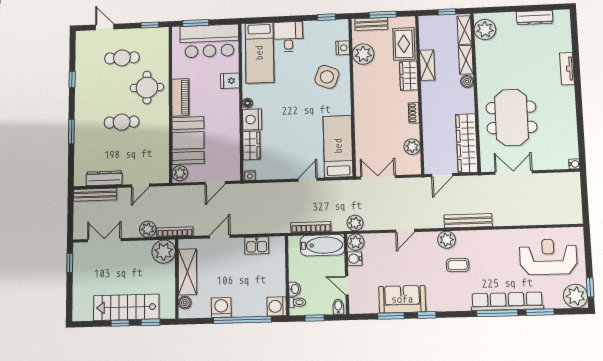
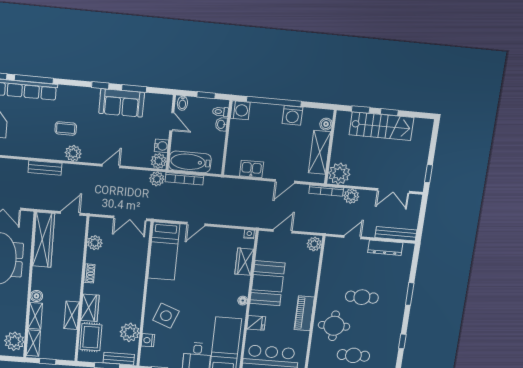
nightstand: (252, 119) -> (240, 285), removed
booth: (188, 140) -> (267, 283), moved
bench: (468, 221) -> (45, 168), width x0.73
bookcase: (311, 227) -> (184, 179), moved

